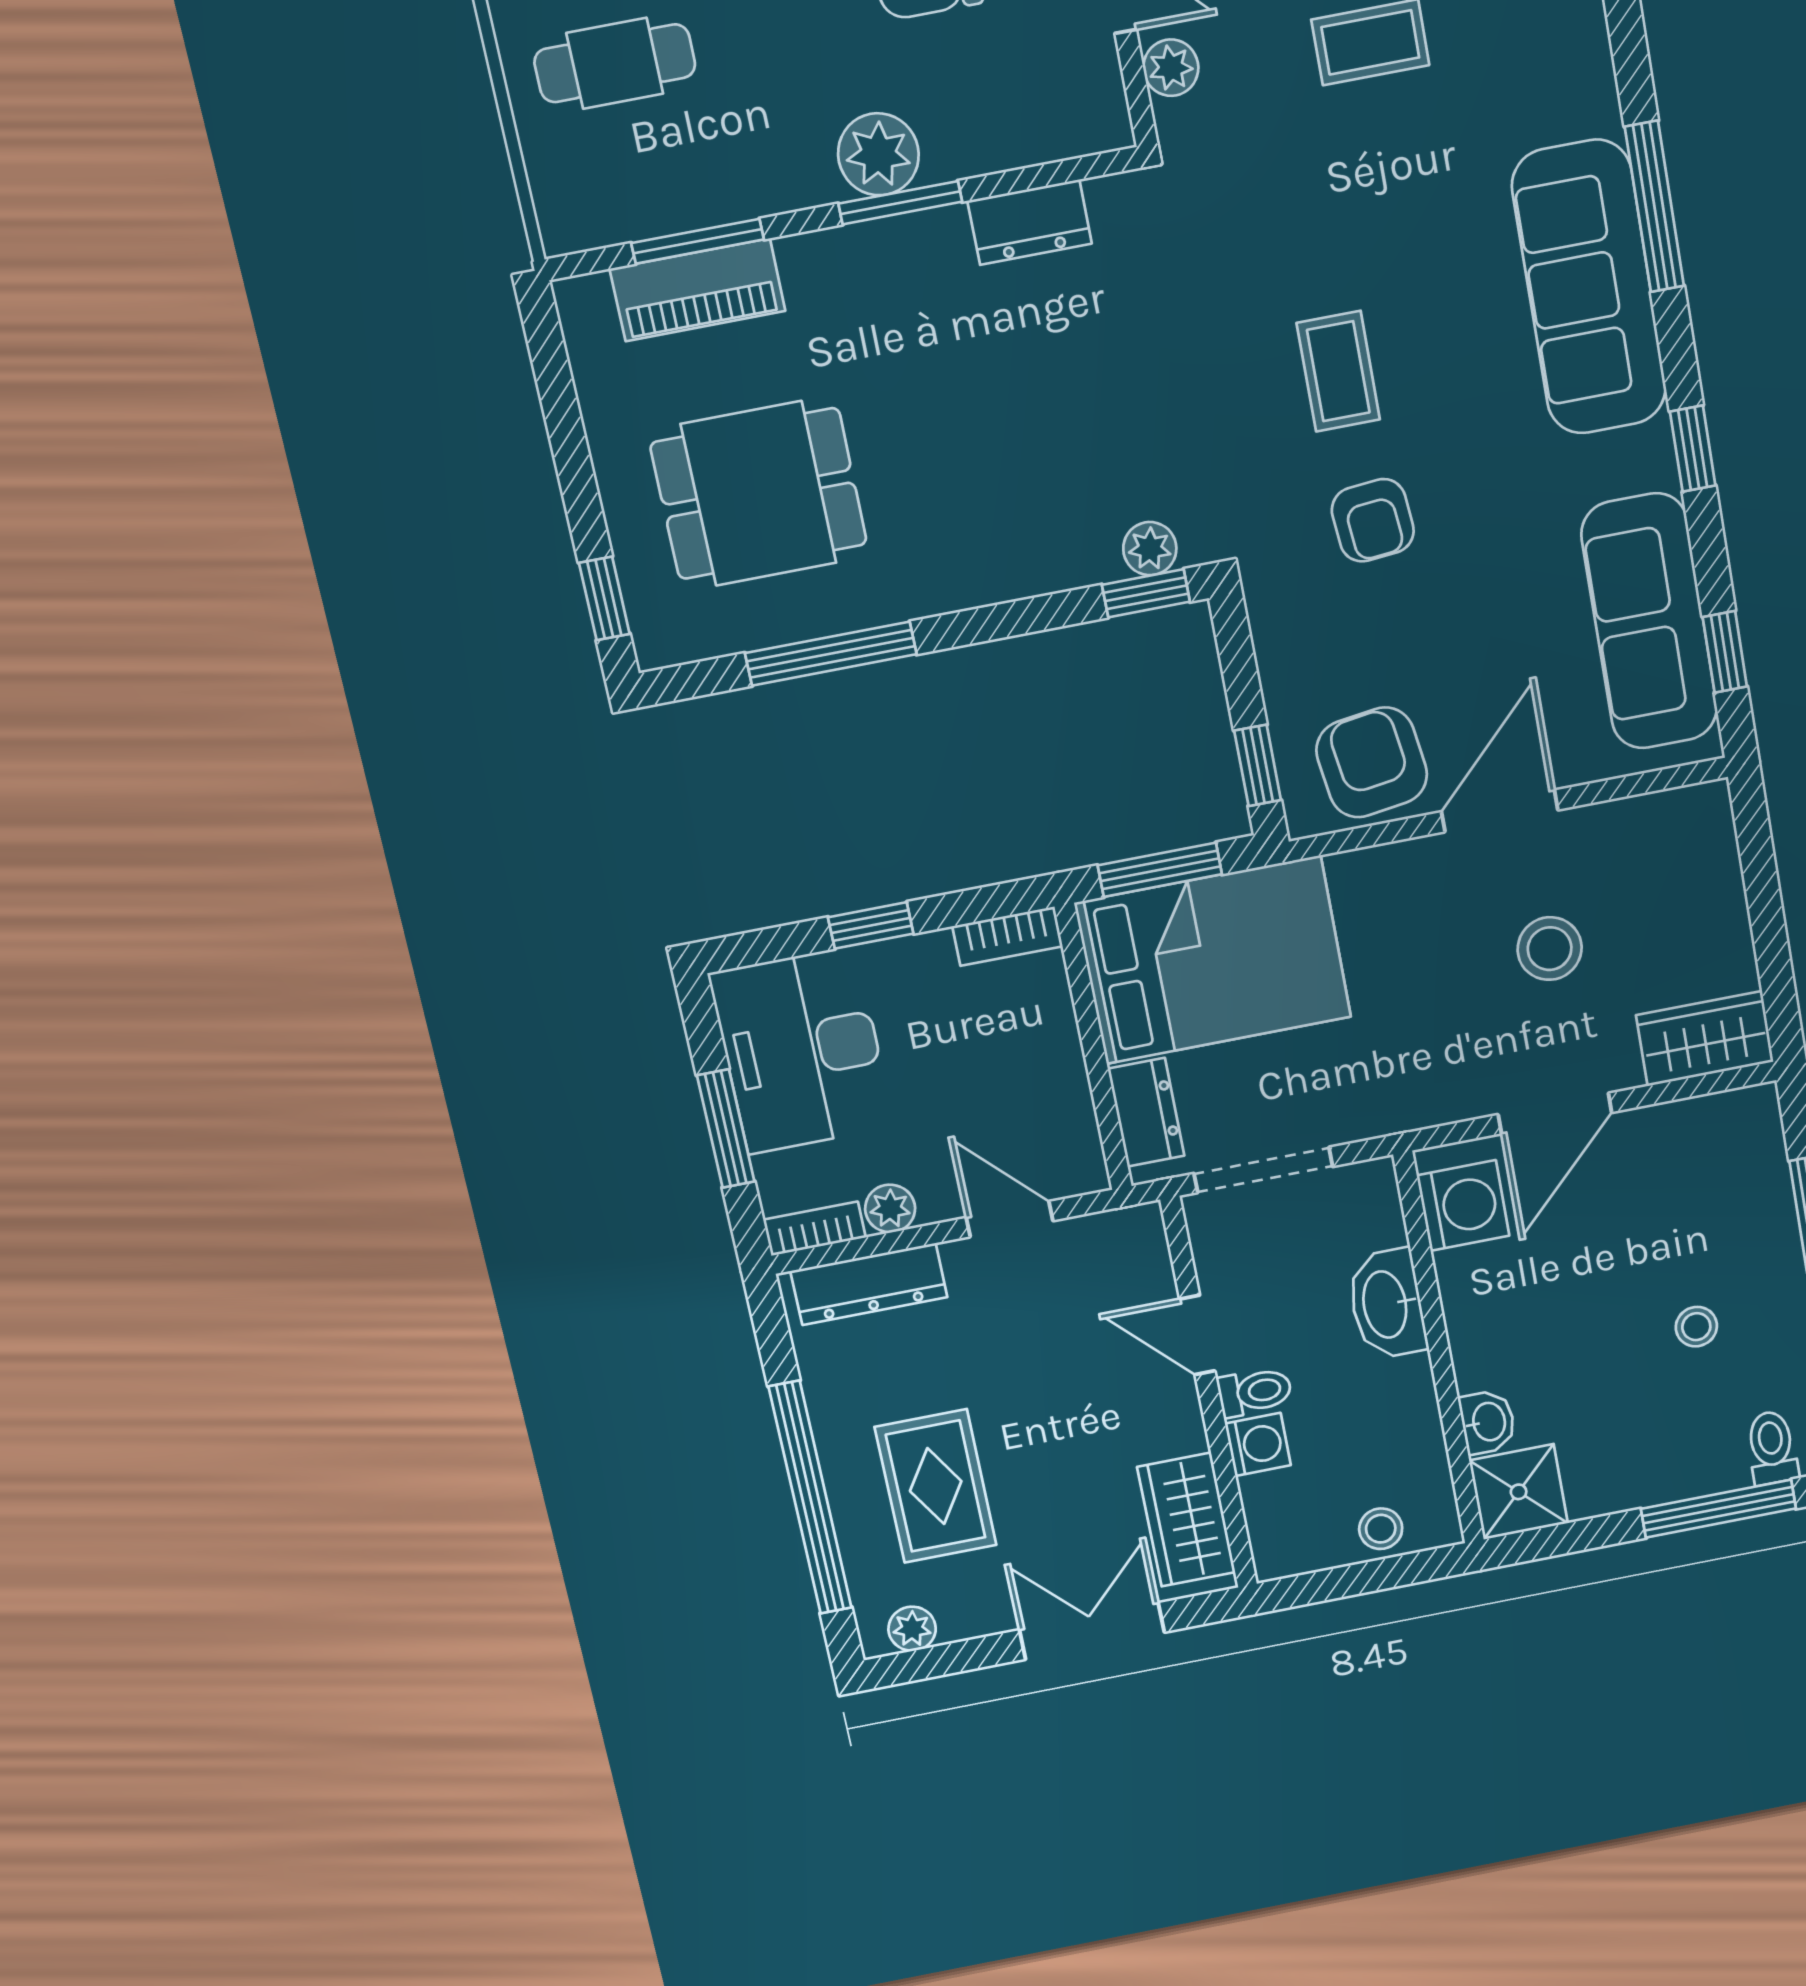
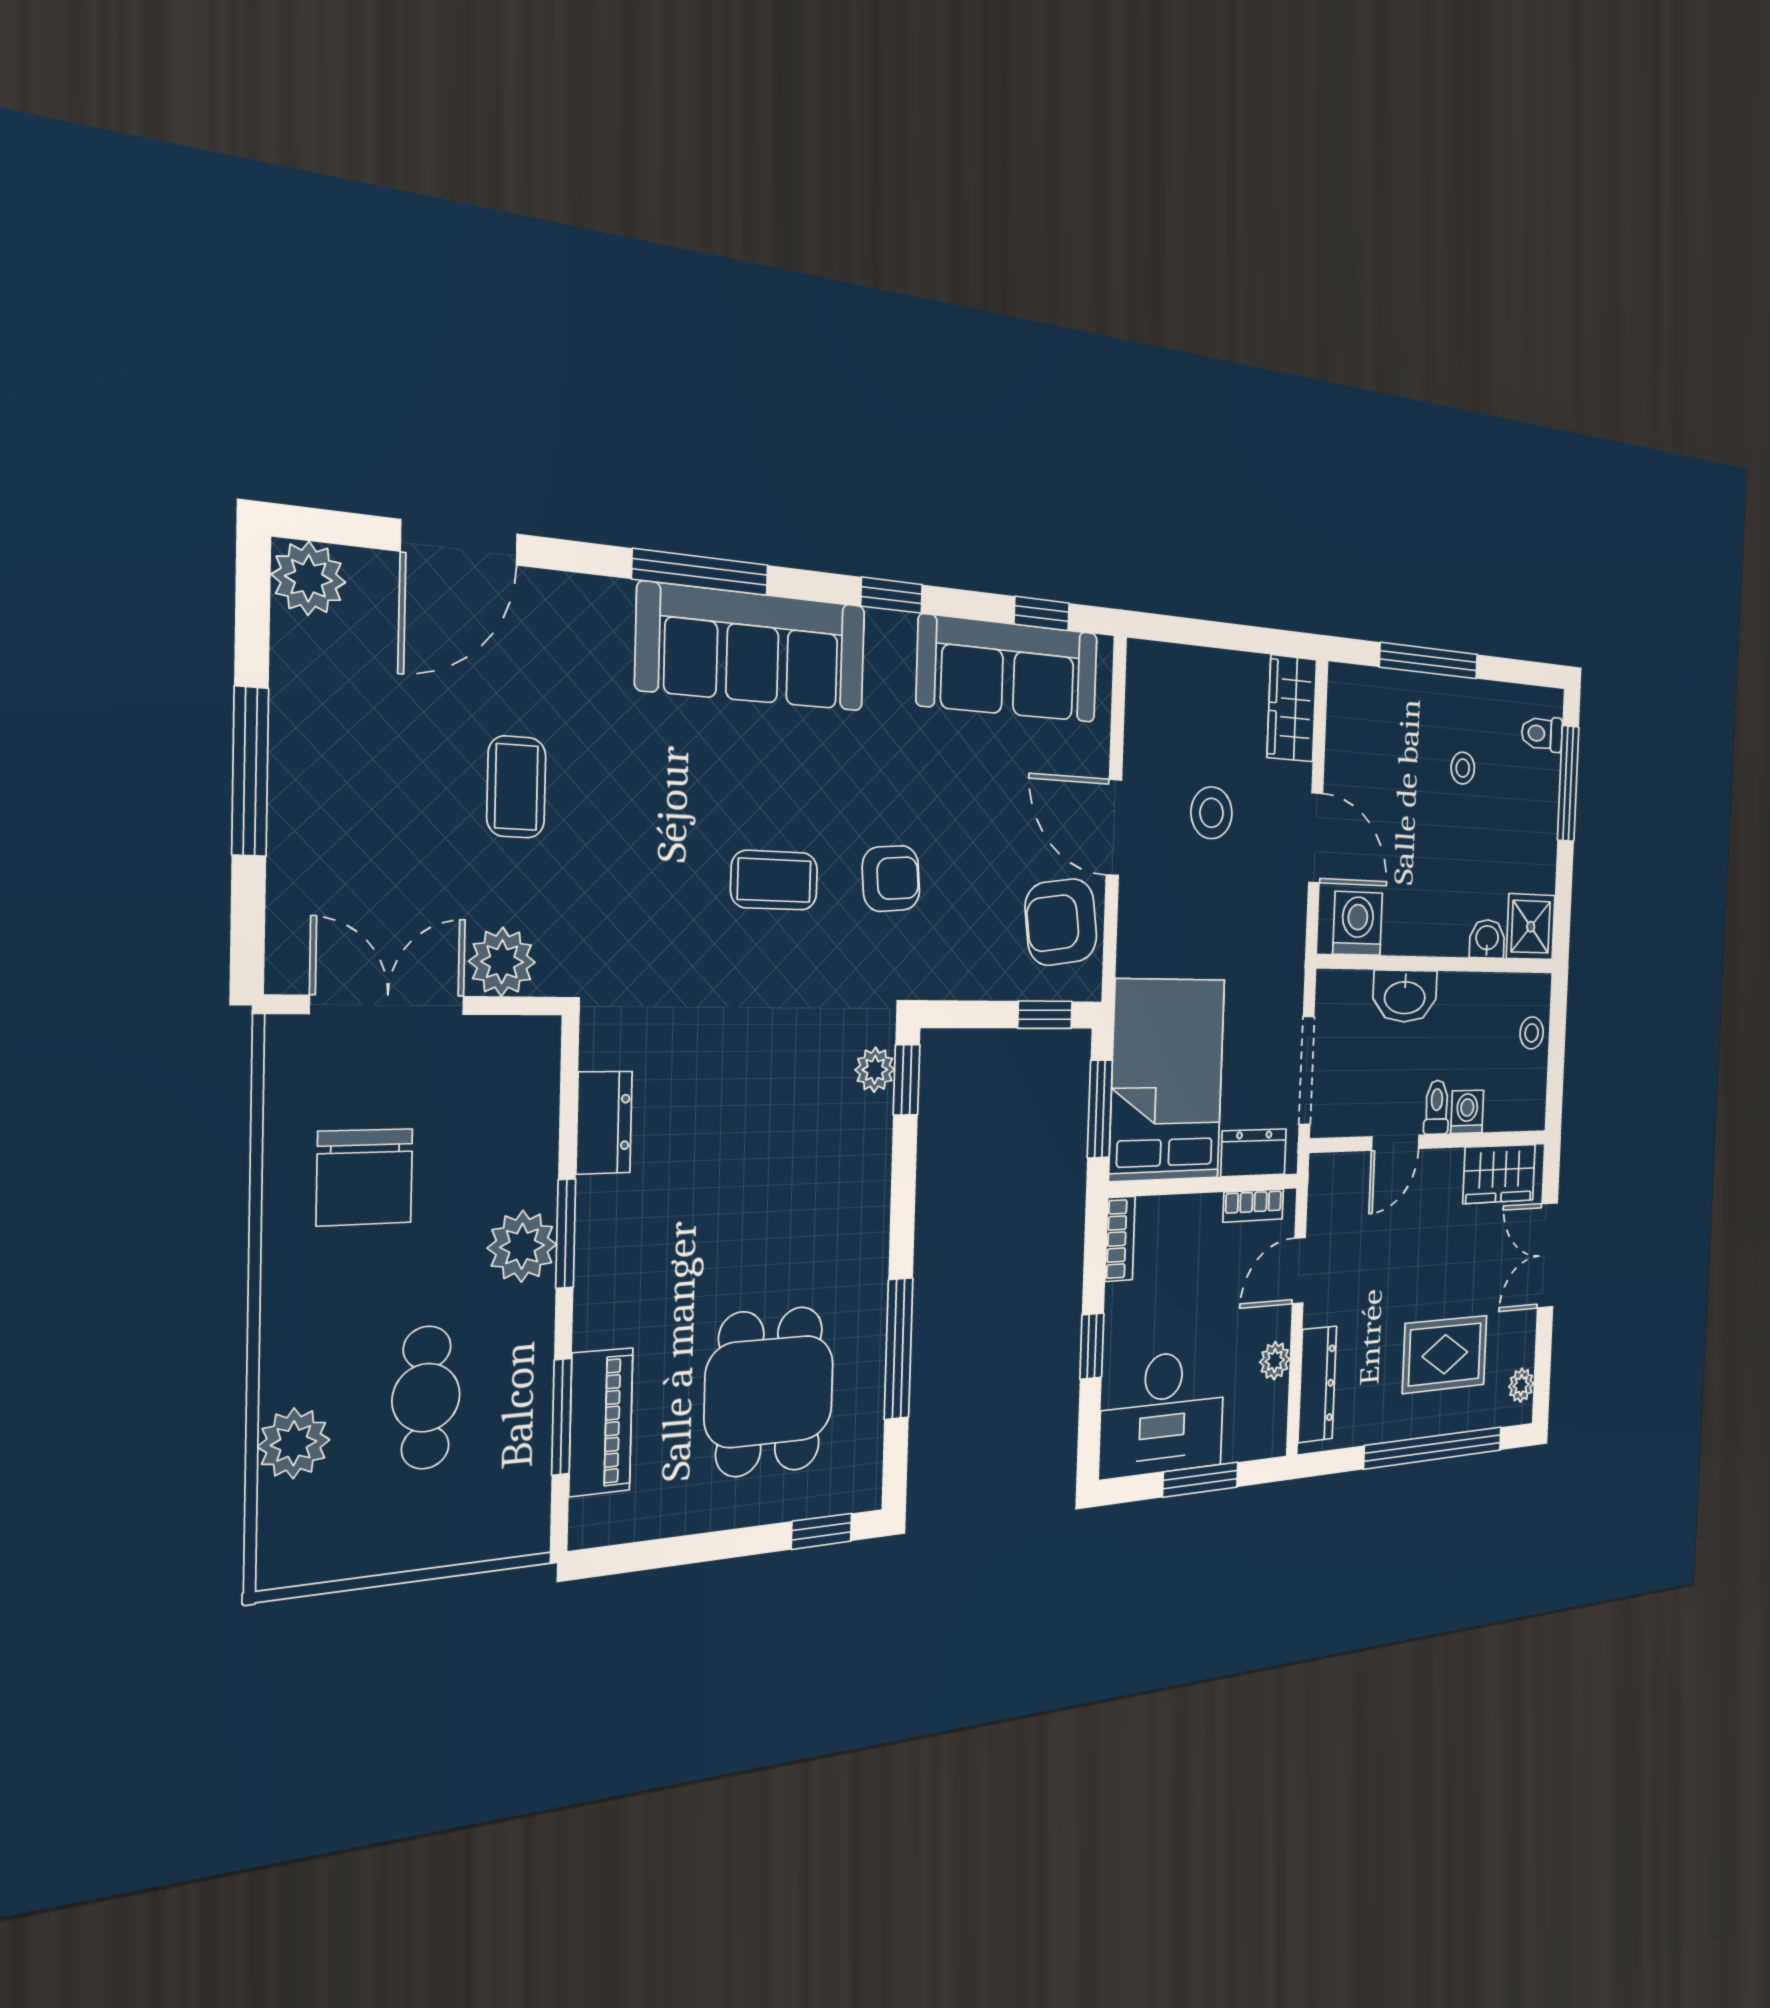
cafe table: (615, 63) -> (426, 1398), moved
plant: (1171, 68) -> (502, 962), width x1.38, depth x1.38
bookcase: (815, 1229) -> (1253, 1206), moved, turned -90

